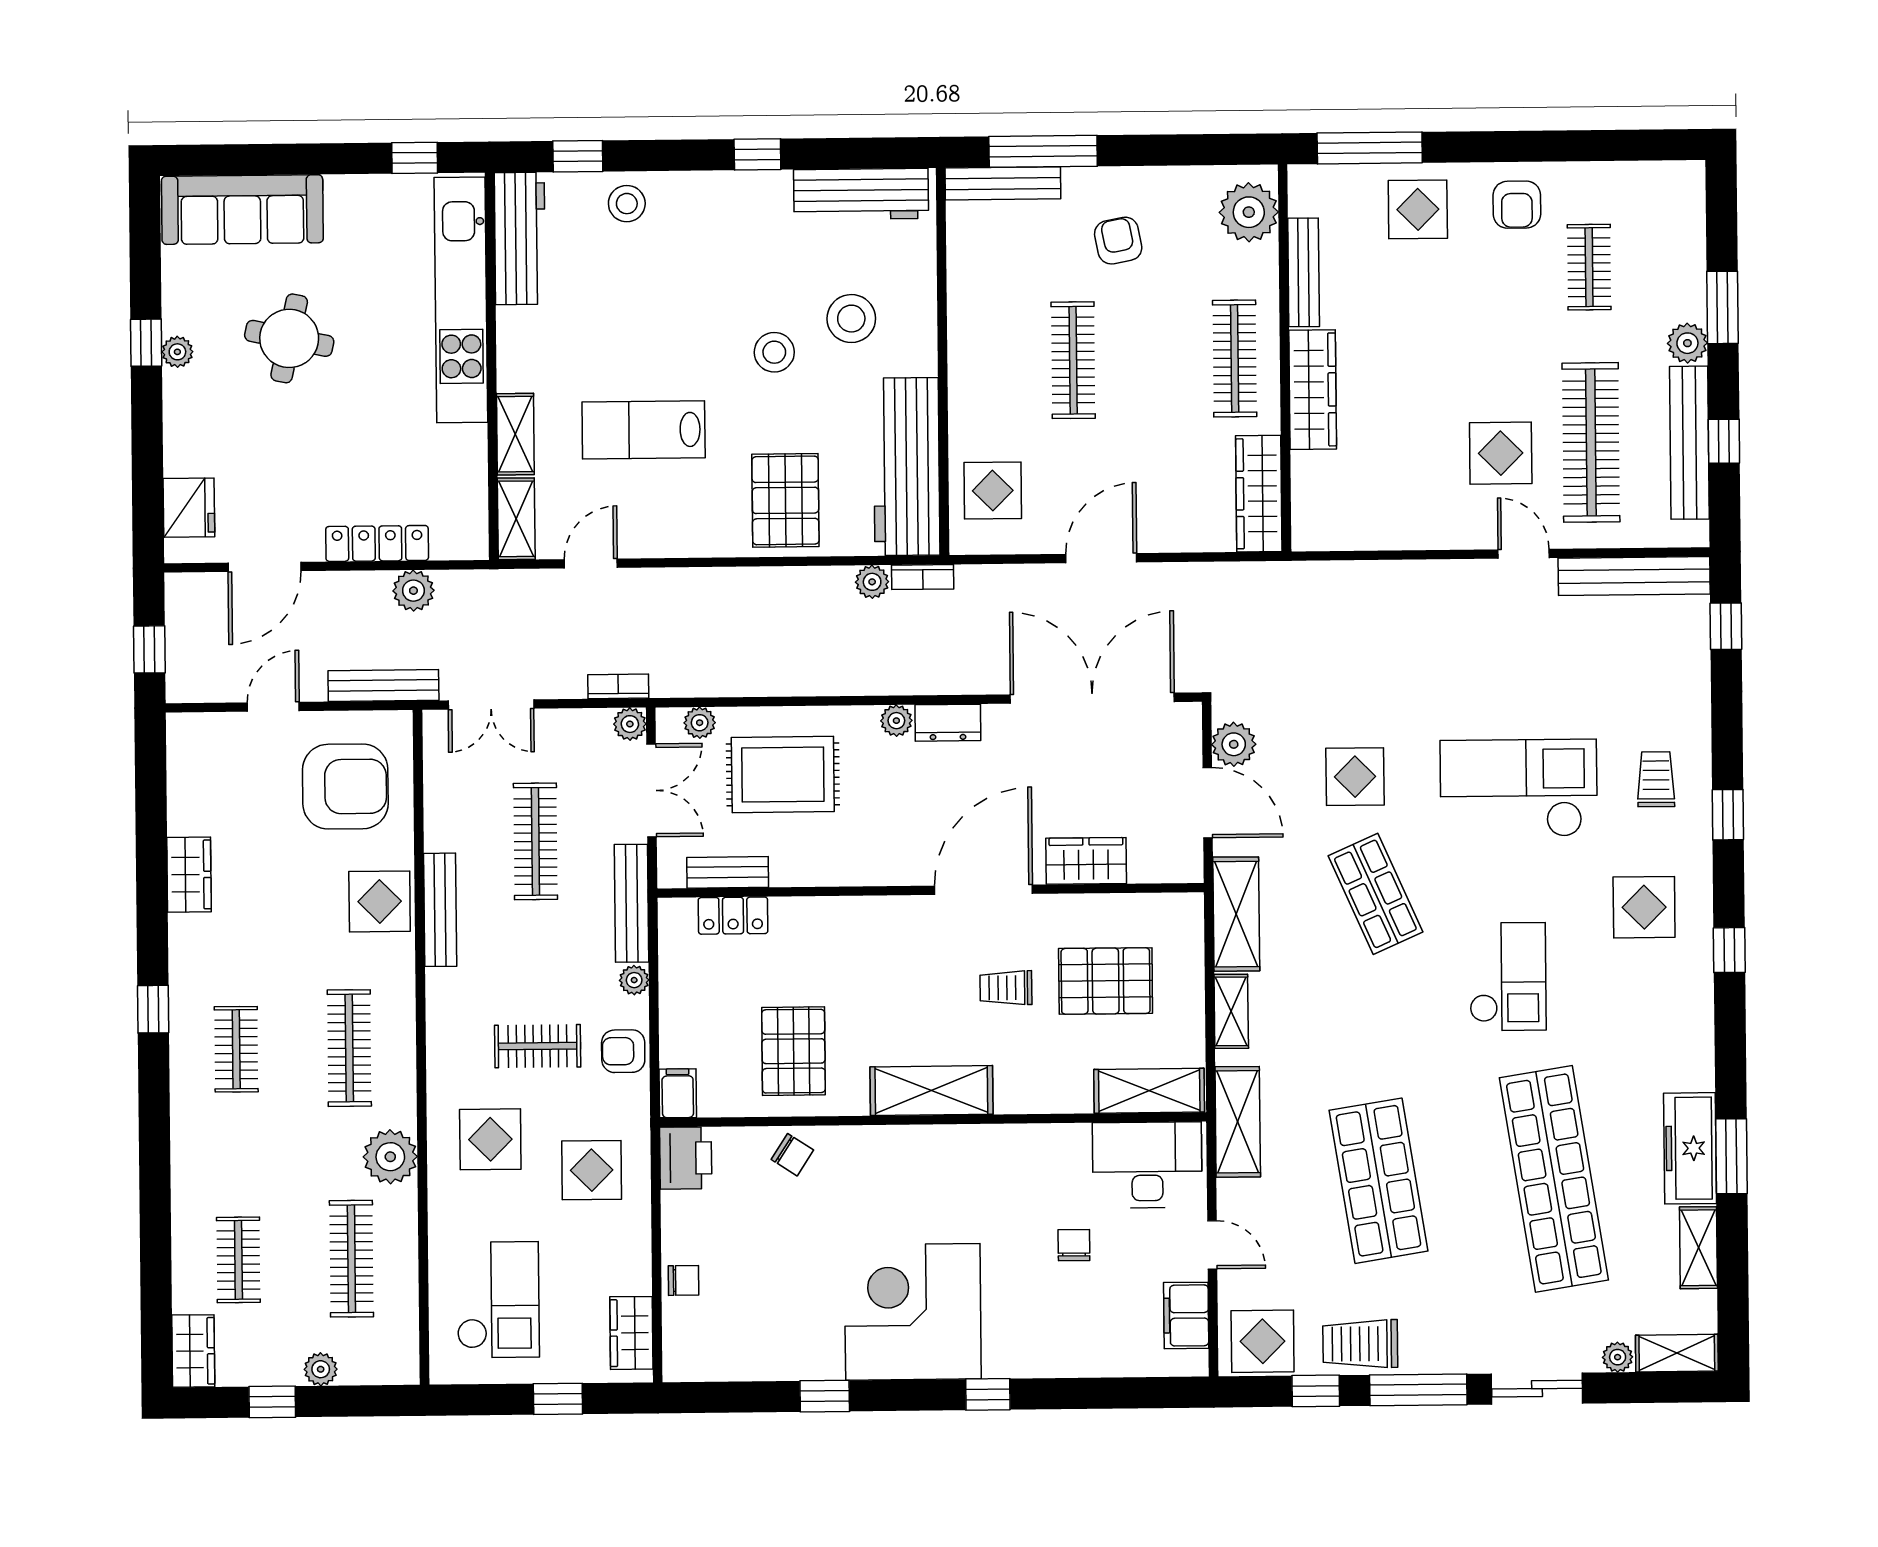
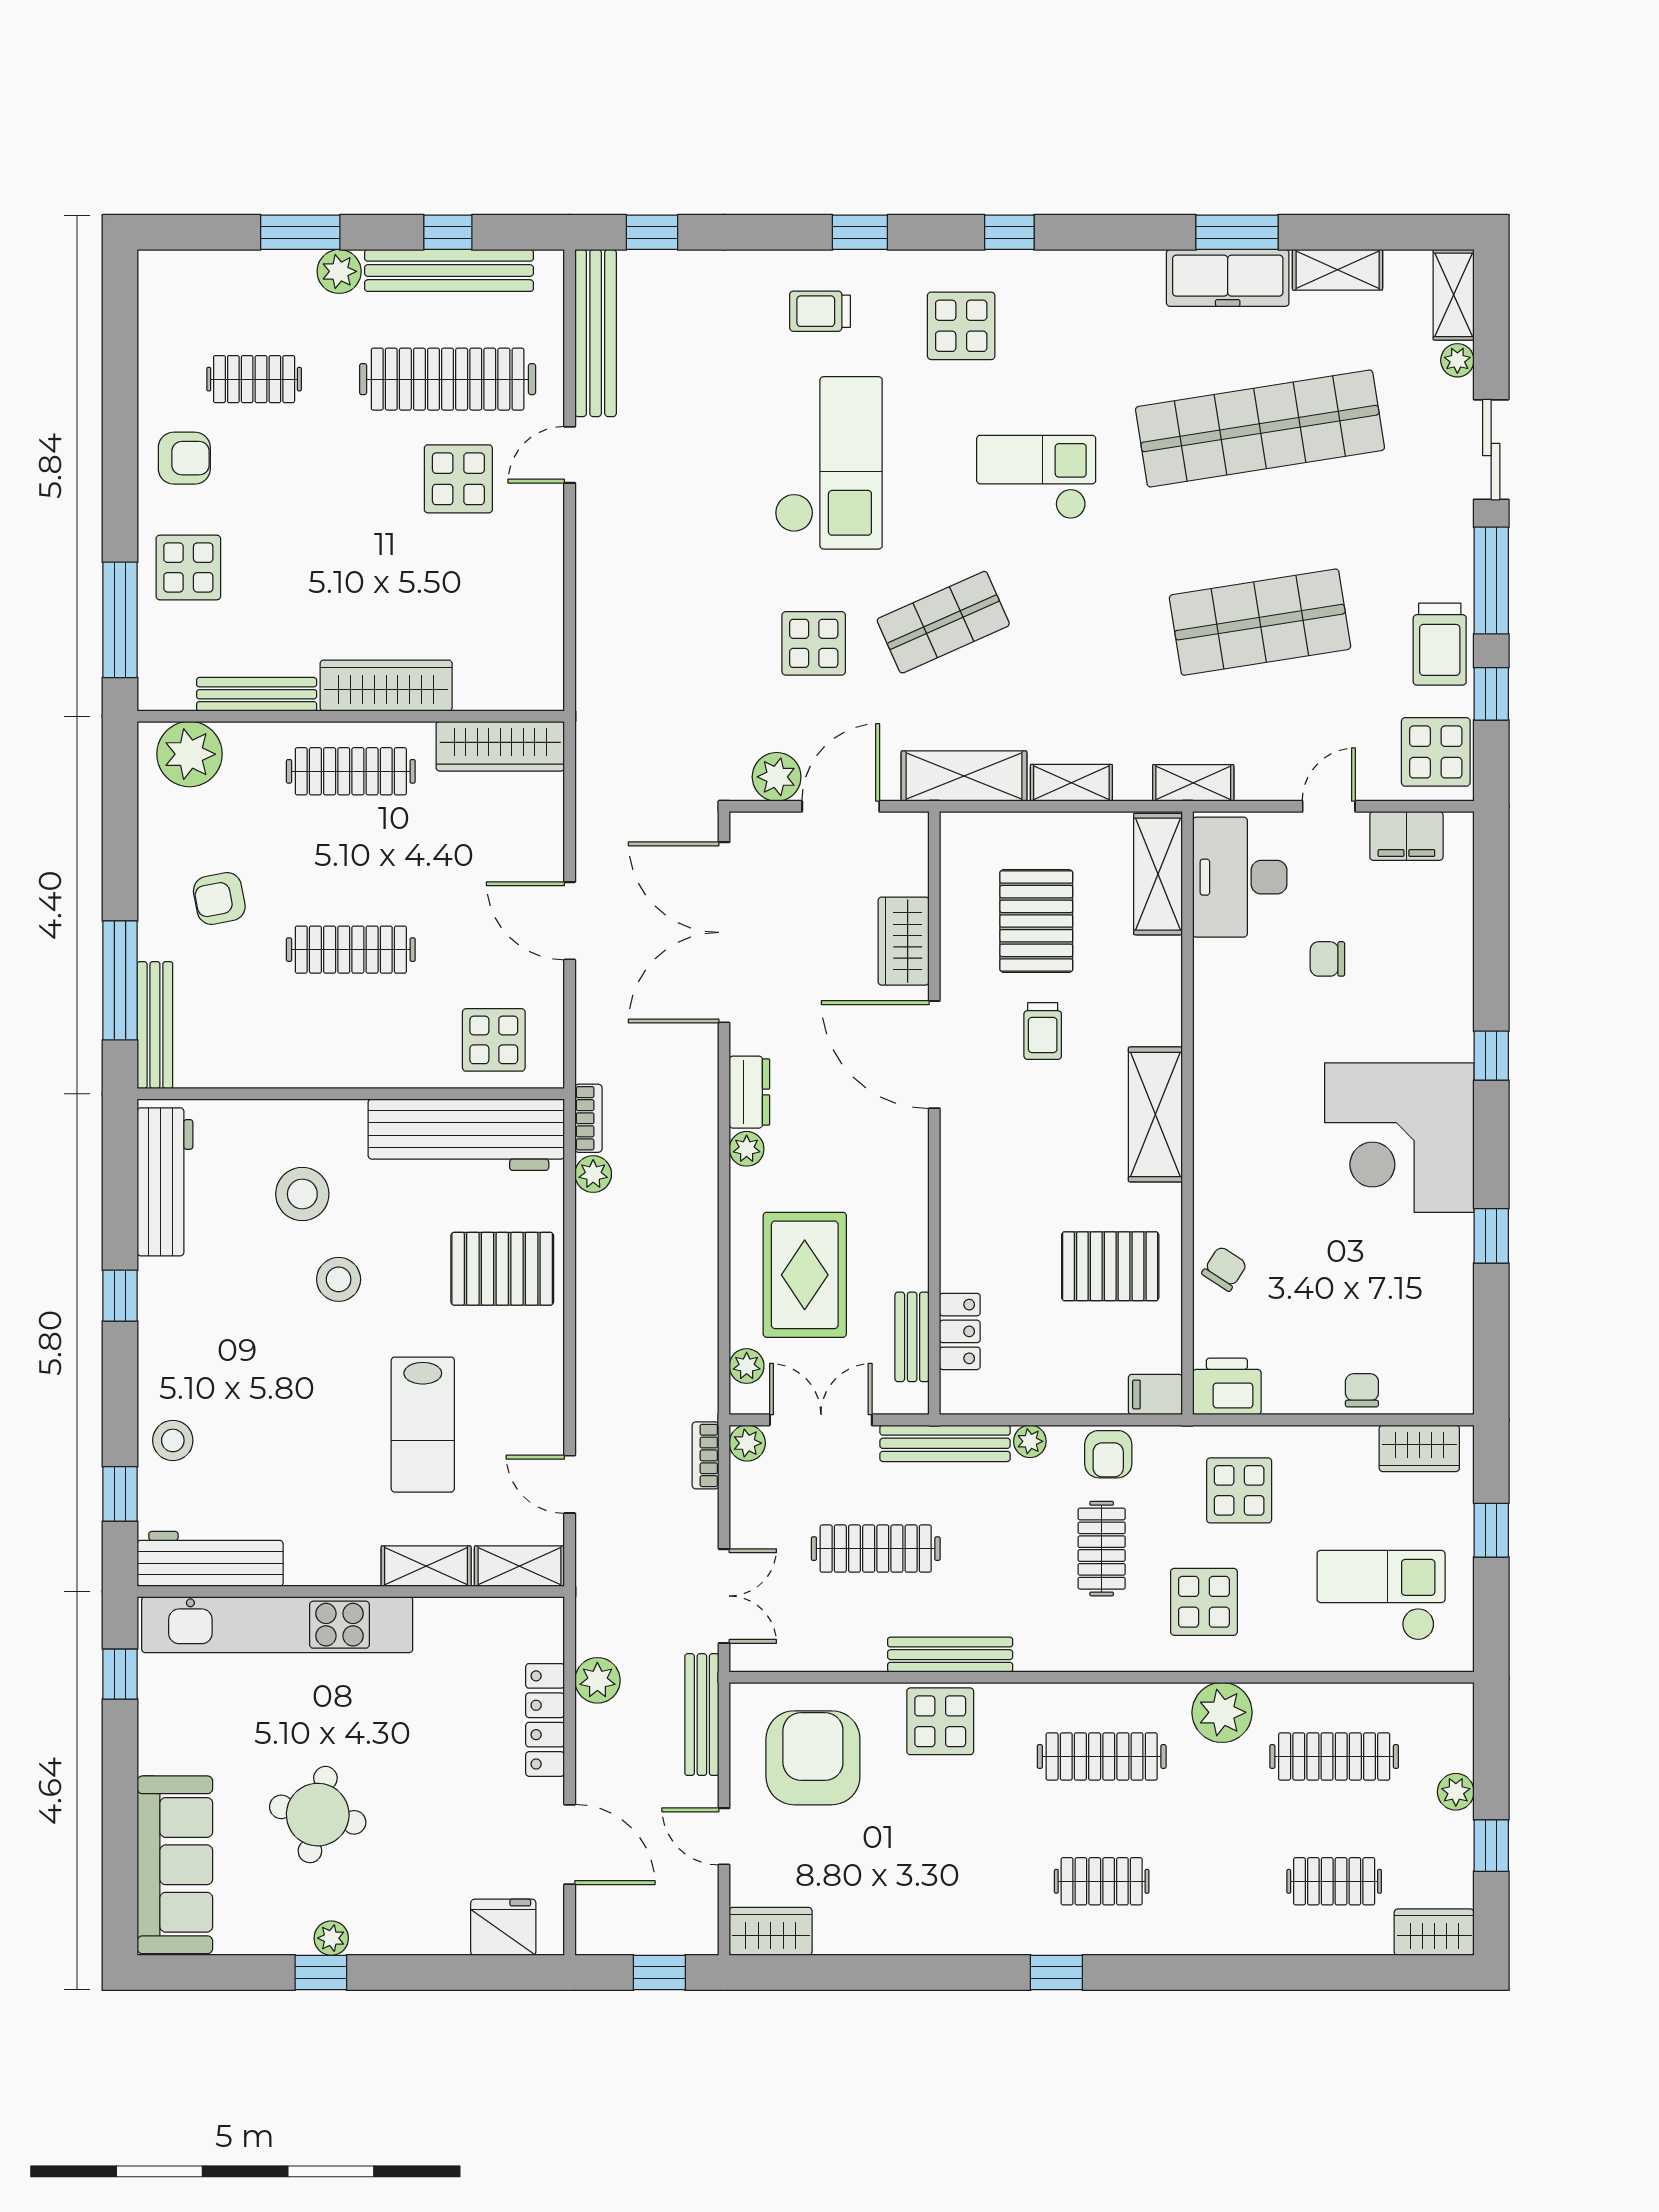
checkout: (1519, 788) -> (828, 463), turned 180
wardrobe: (189, 875) -> (771, 1931), moved
shelving: (1238, 1122) -> (1193, 783), width x0.67, depth x0.75

